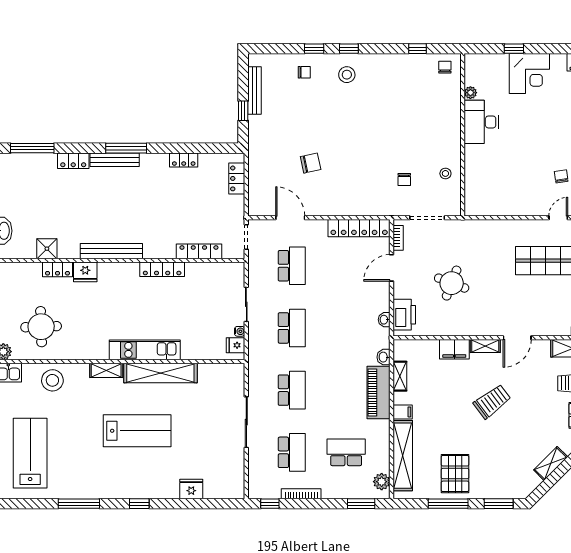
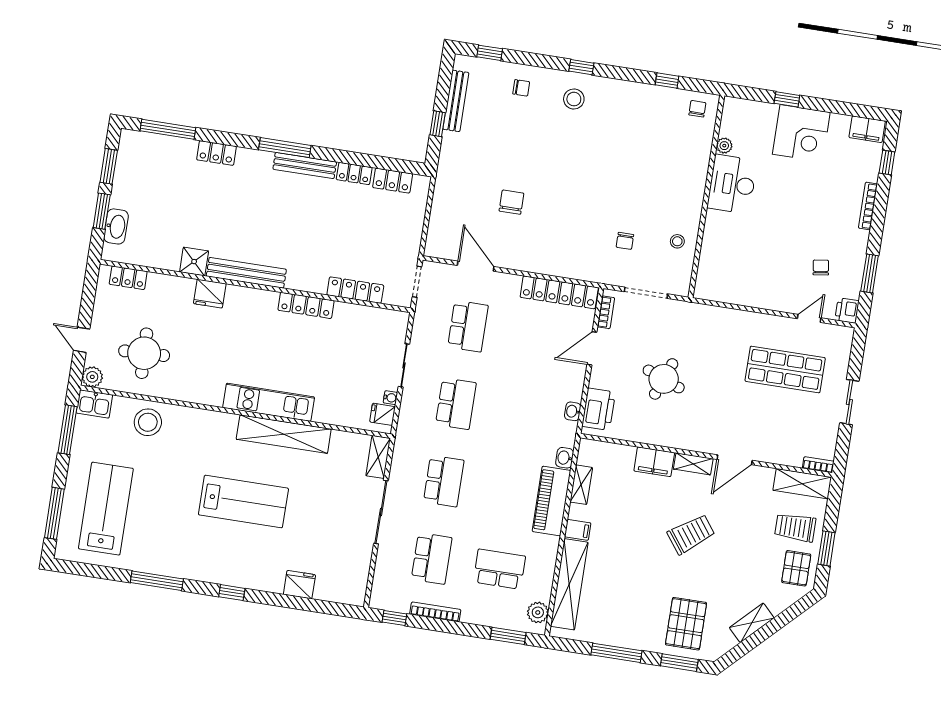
window: (314, 49) -> (490, 53), moved
bench: (115, 160) -> (305, 166), moved
chair: (311, 163) -> (512, 202), turned -78
locker: (237, 178) -> (393, 181), moved, turned -90
shower: (47, 249) -> (194, 262), moved
locker: (57, 269) -> (128, 278), moved
shelving: (106, 370) -> (378, 457), moved, turned 90
pallet: (455, 474) -> (686, 624), moved

